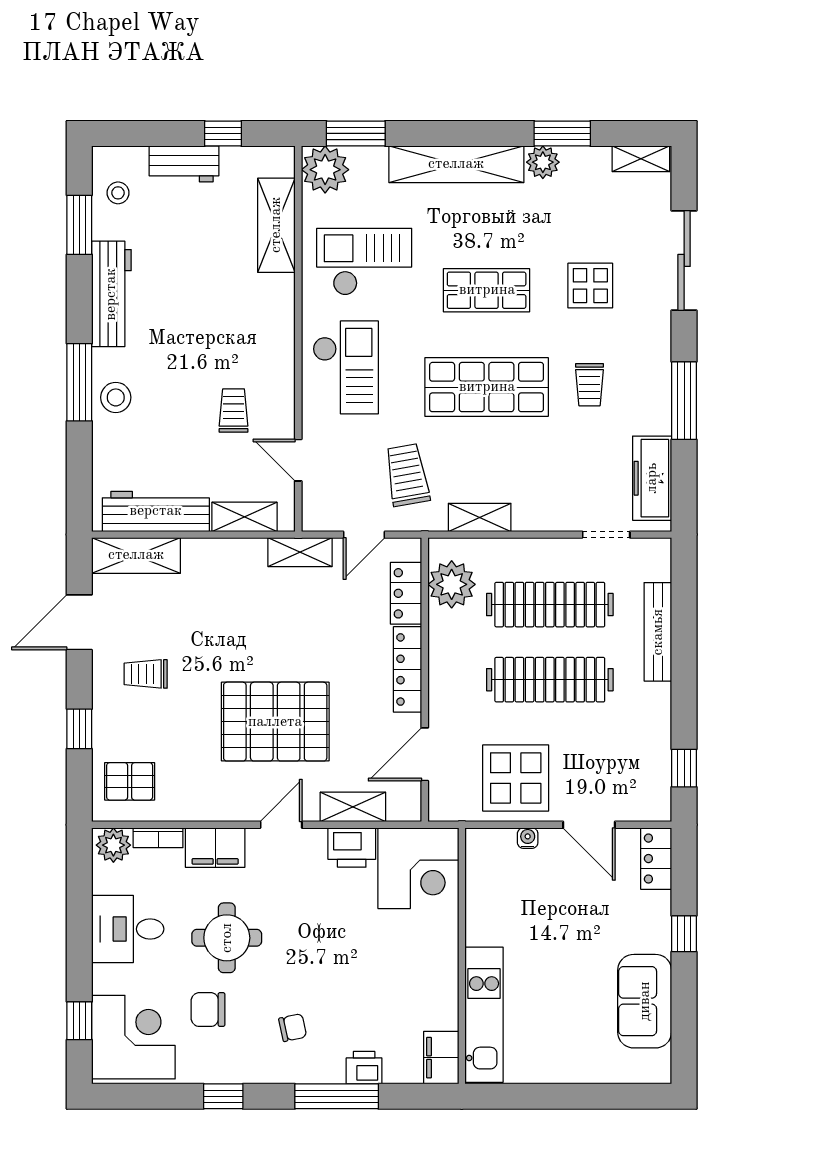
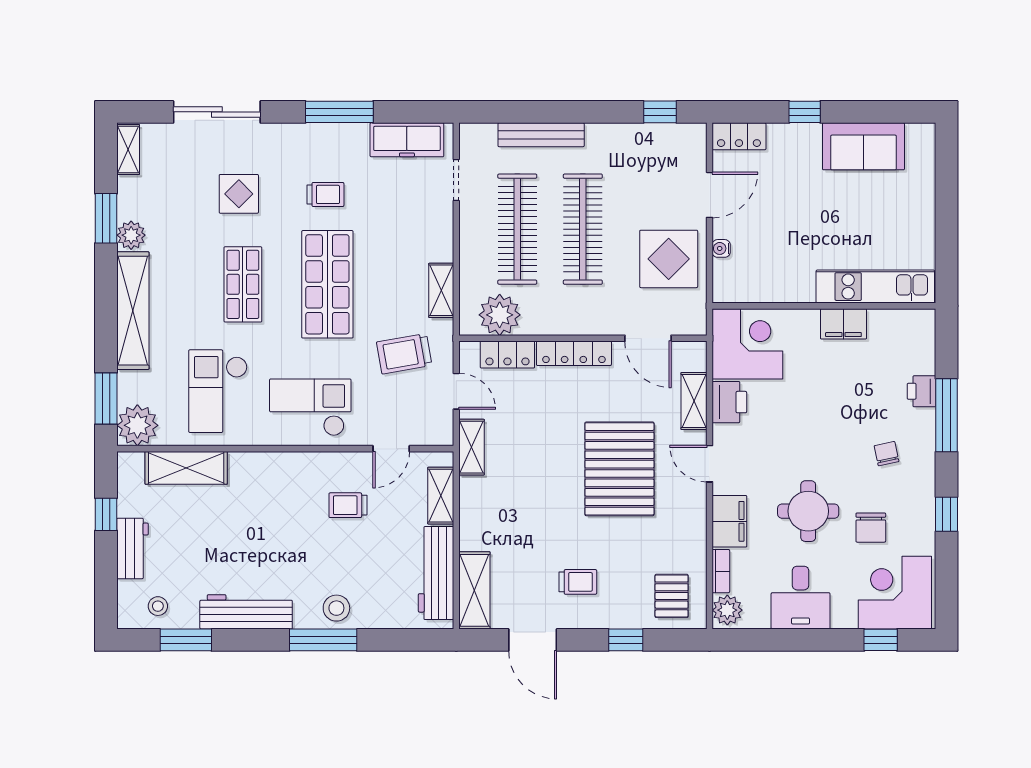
trolley: (146, 674) -> (578, 582), turned -90
filing cabinet: (441, 1058) -> (843, 324), moved

